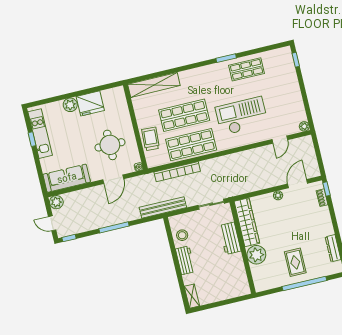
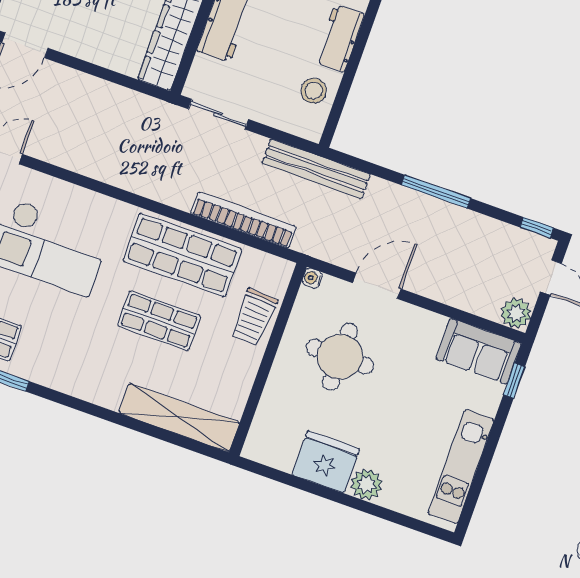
shop shelf: (184, 115) -> (159, 321), width x0.70, depth x0.74
window: (32, 139) -> (514, 381), moved
sofa: (67, 178) -> (479, 351), width x0.73
plant: (278, 195) -> (78, 47), removed

